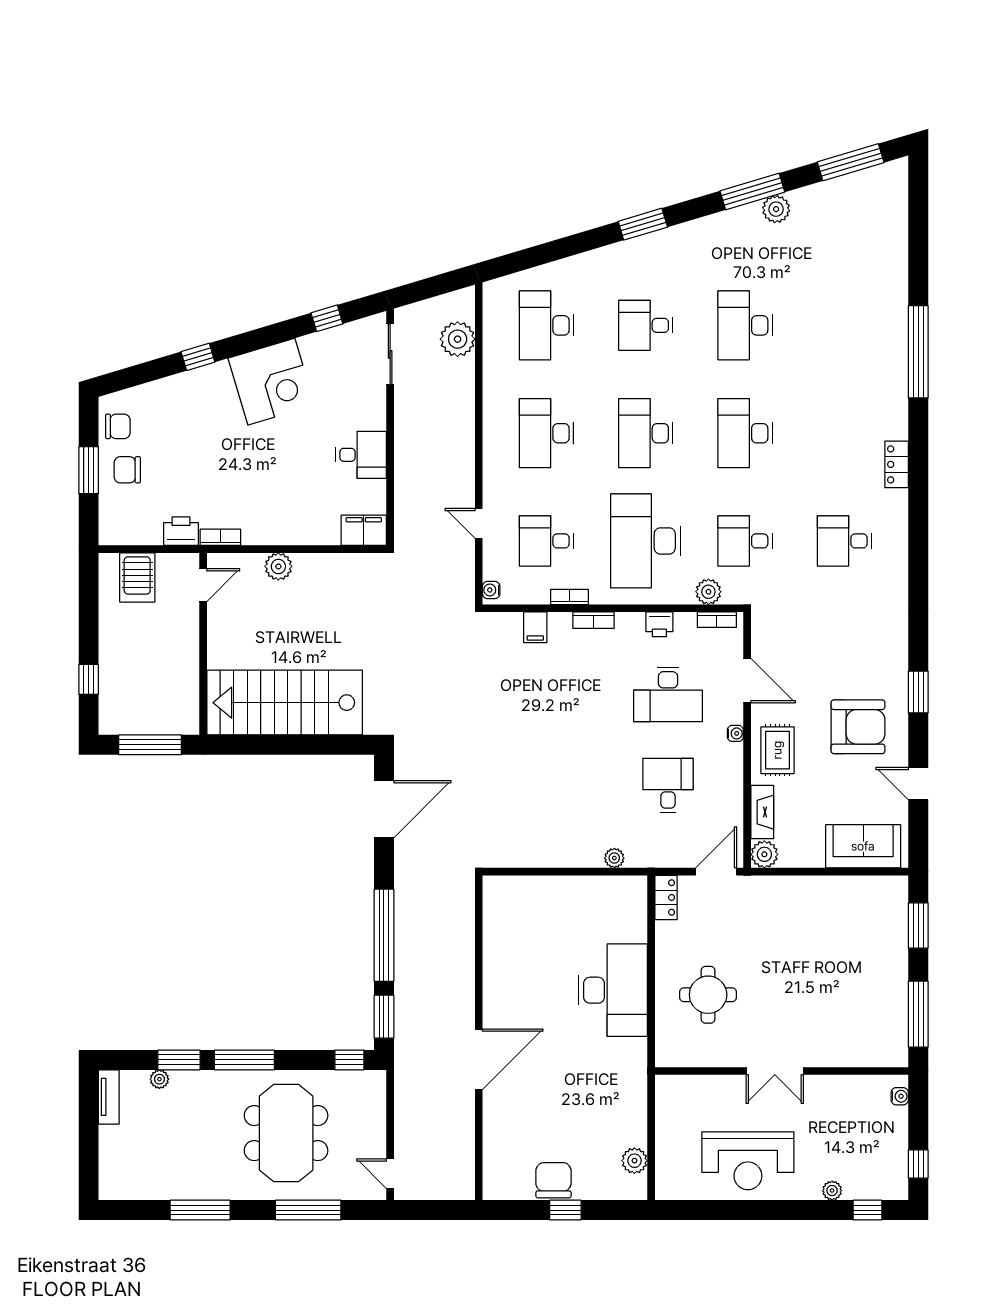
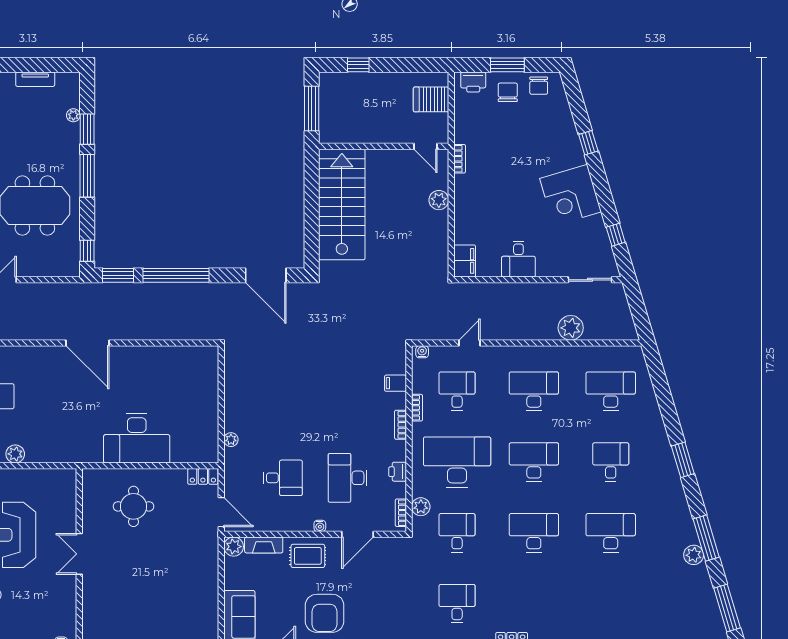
plant: (458, 339) -> (571, 328), moved
printer: (181, 531) -> (473, 82), moved, turned 90
tv unit: (109, 1097) -> (35, 79), moved

